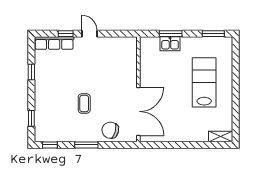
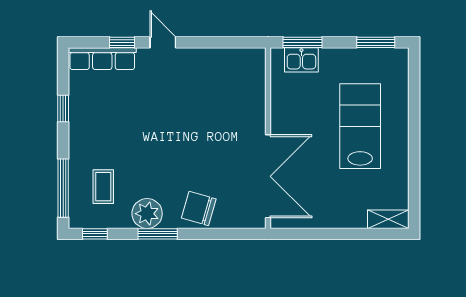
wall: (138, 89) -> (268, 138), moved
coffee table: (84, 104) -> (103, 187), moved
double door: (138, 111) -> (268, 176), moved
window: (31, 118) -> (63, 188), width x2.17
plant: (80, 133) -> (147, 214), added

